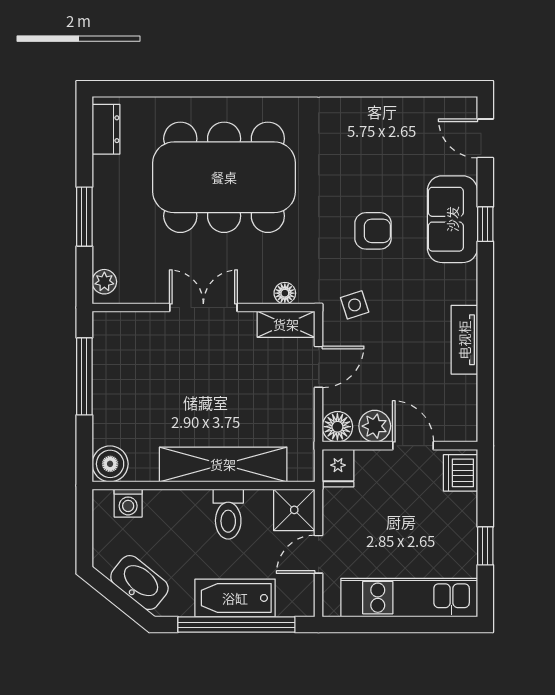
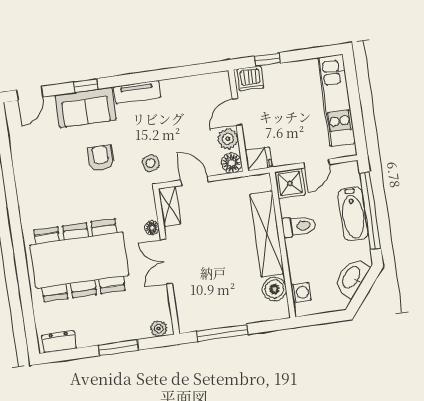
dining table: (224, 177) -> (79, 260), turned 90
floor lamp: (285, 293) -> (152, 228), moved
tv unit: (464, 340) -> (137, 92), moved
boiler: (110, 464) -> (274, 289), moved
window: (485, 546) -> (267, 60), moved
door: (319, 554) -> (317, 164), hinge flipped

